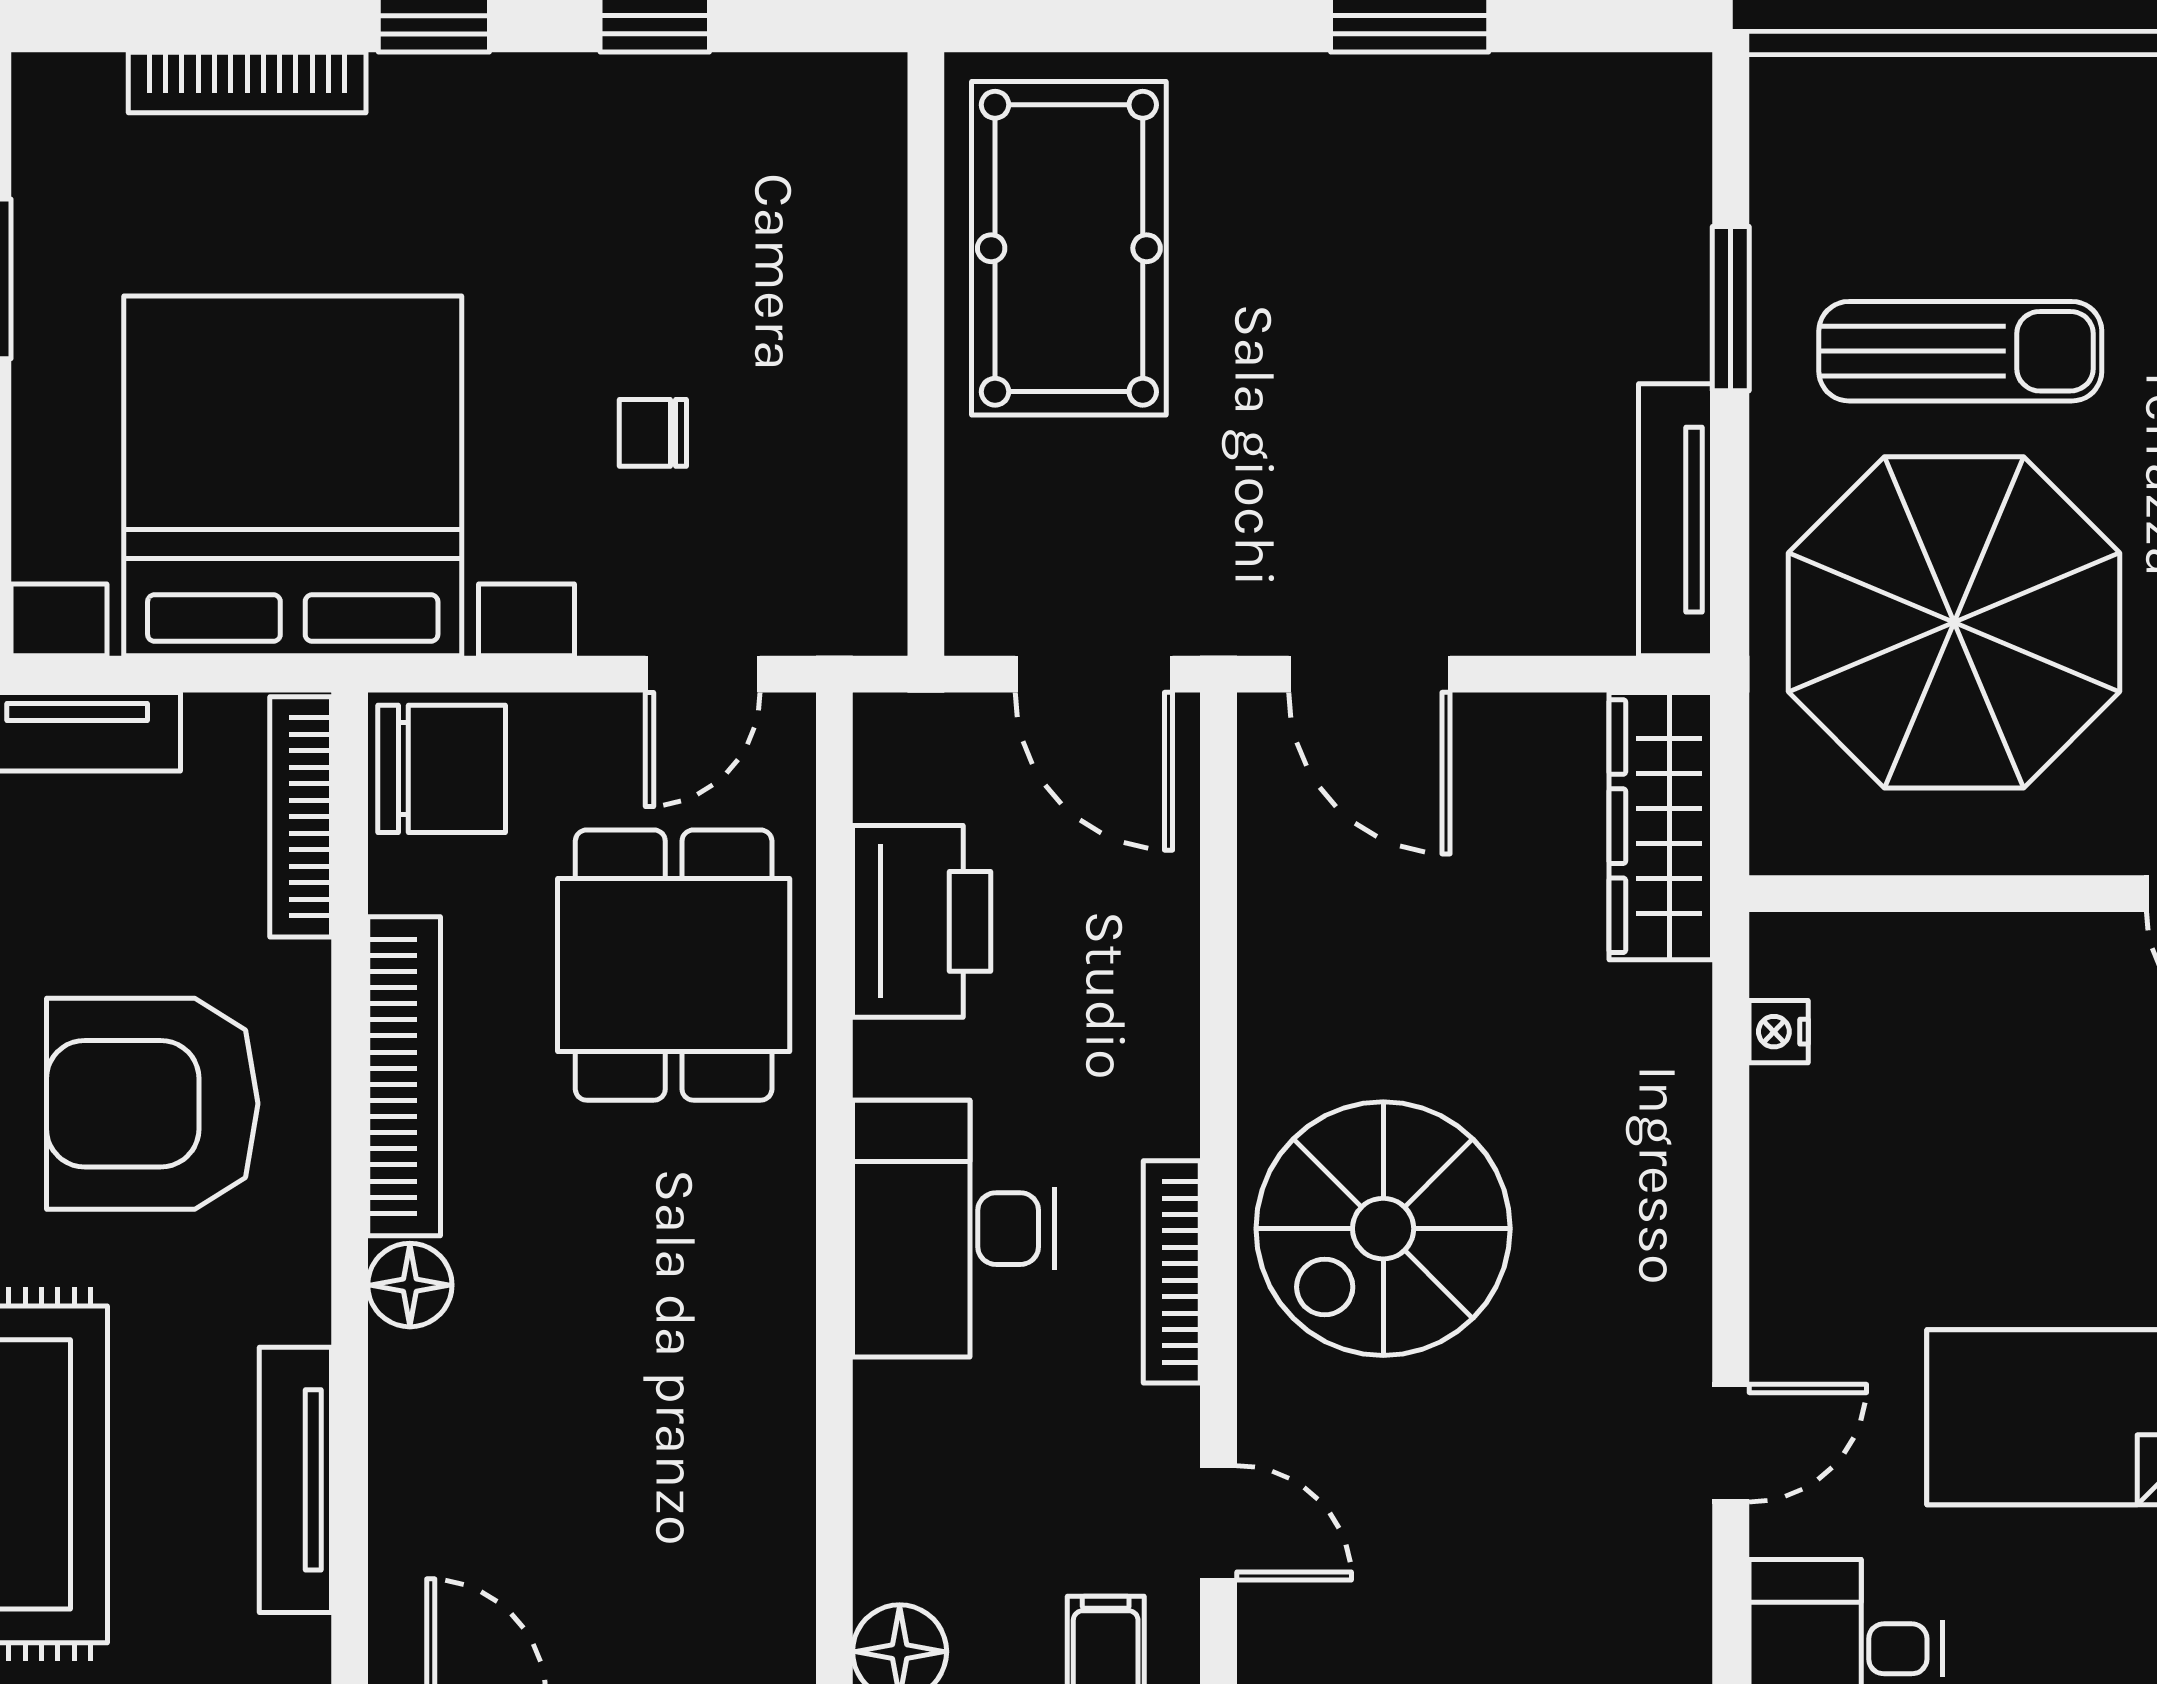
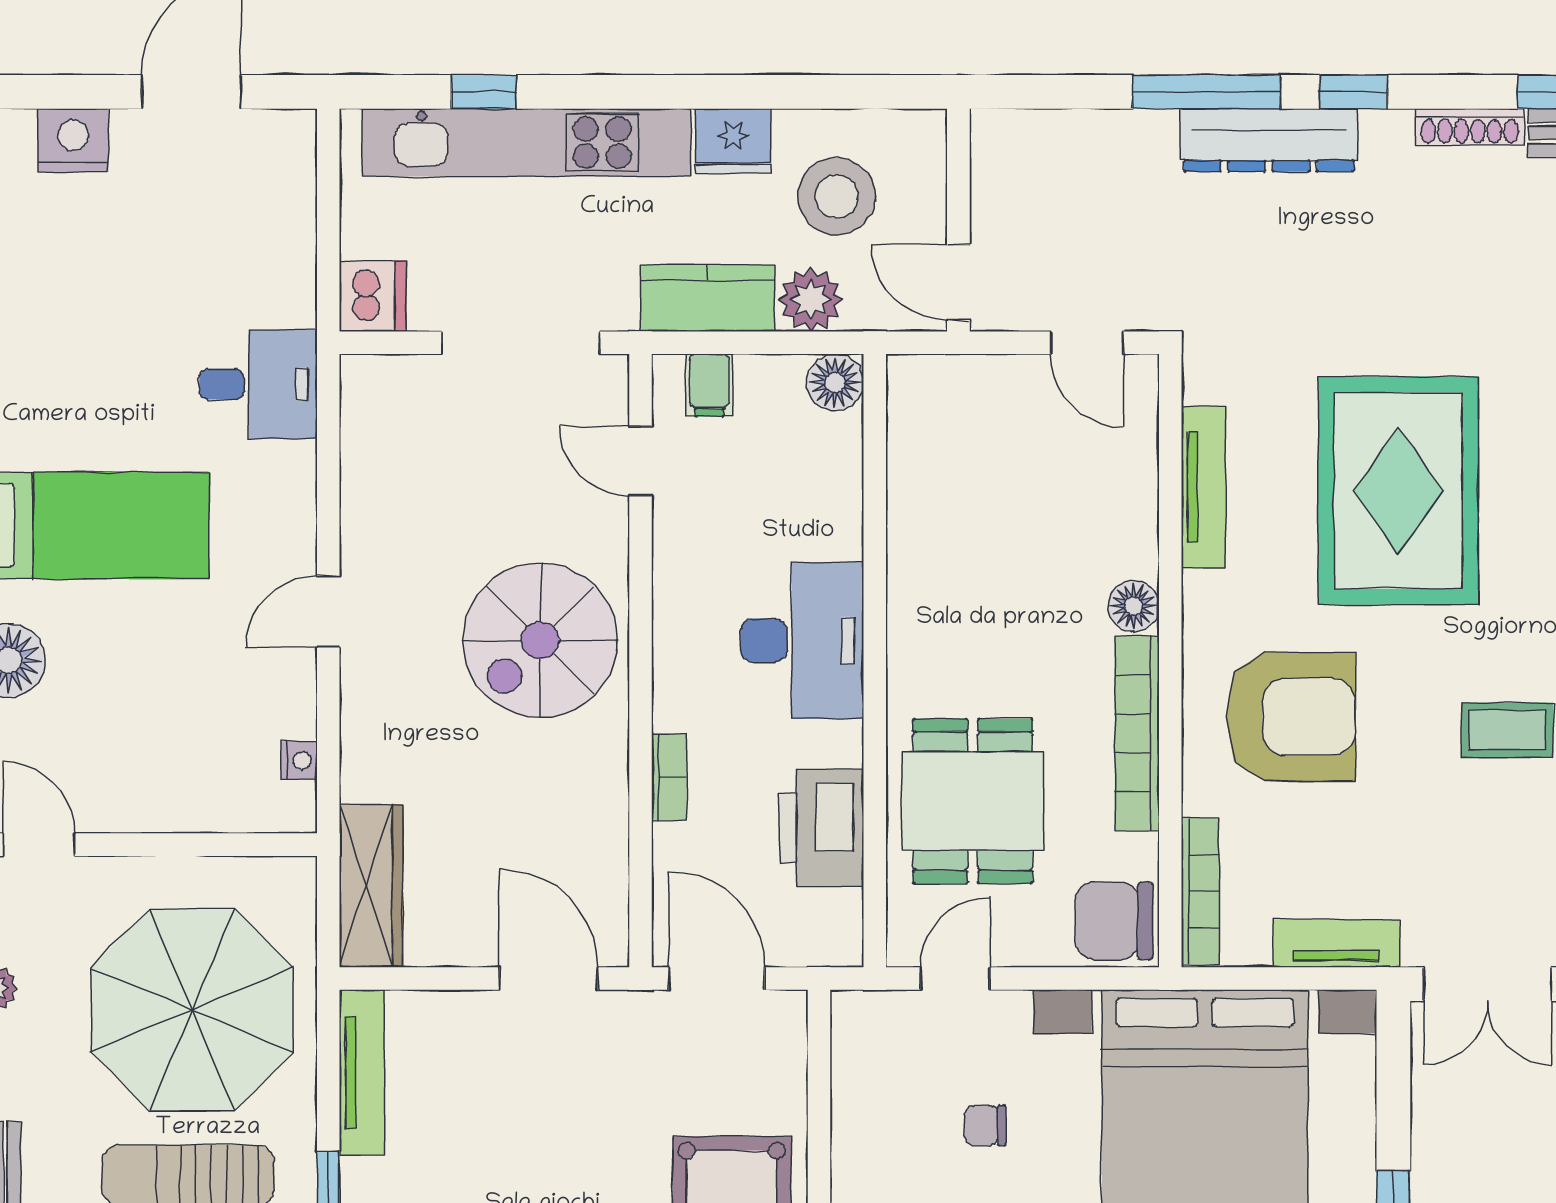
chair: (653, 433) -> (985, 1126), turned 180
spiral stairs: (1383, 1229) -> (540, 640), turned 180
bookcase: (1172, 1272) -> (669, 777), moved, width x0.64
door: (1731, 1443) -> (328, 612), moved

